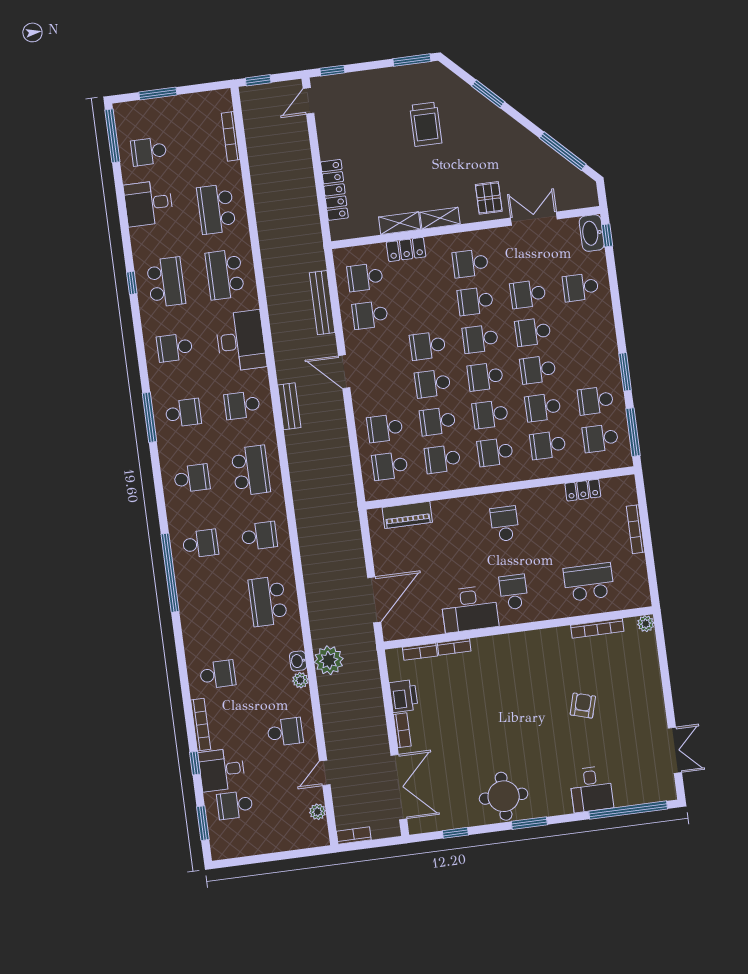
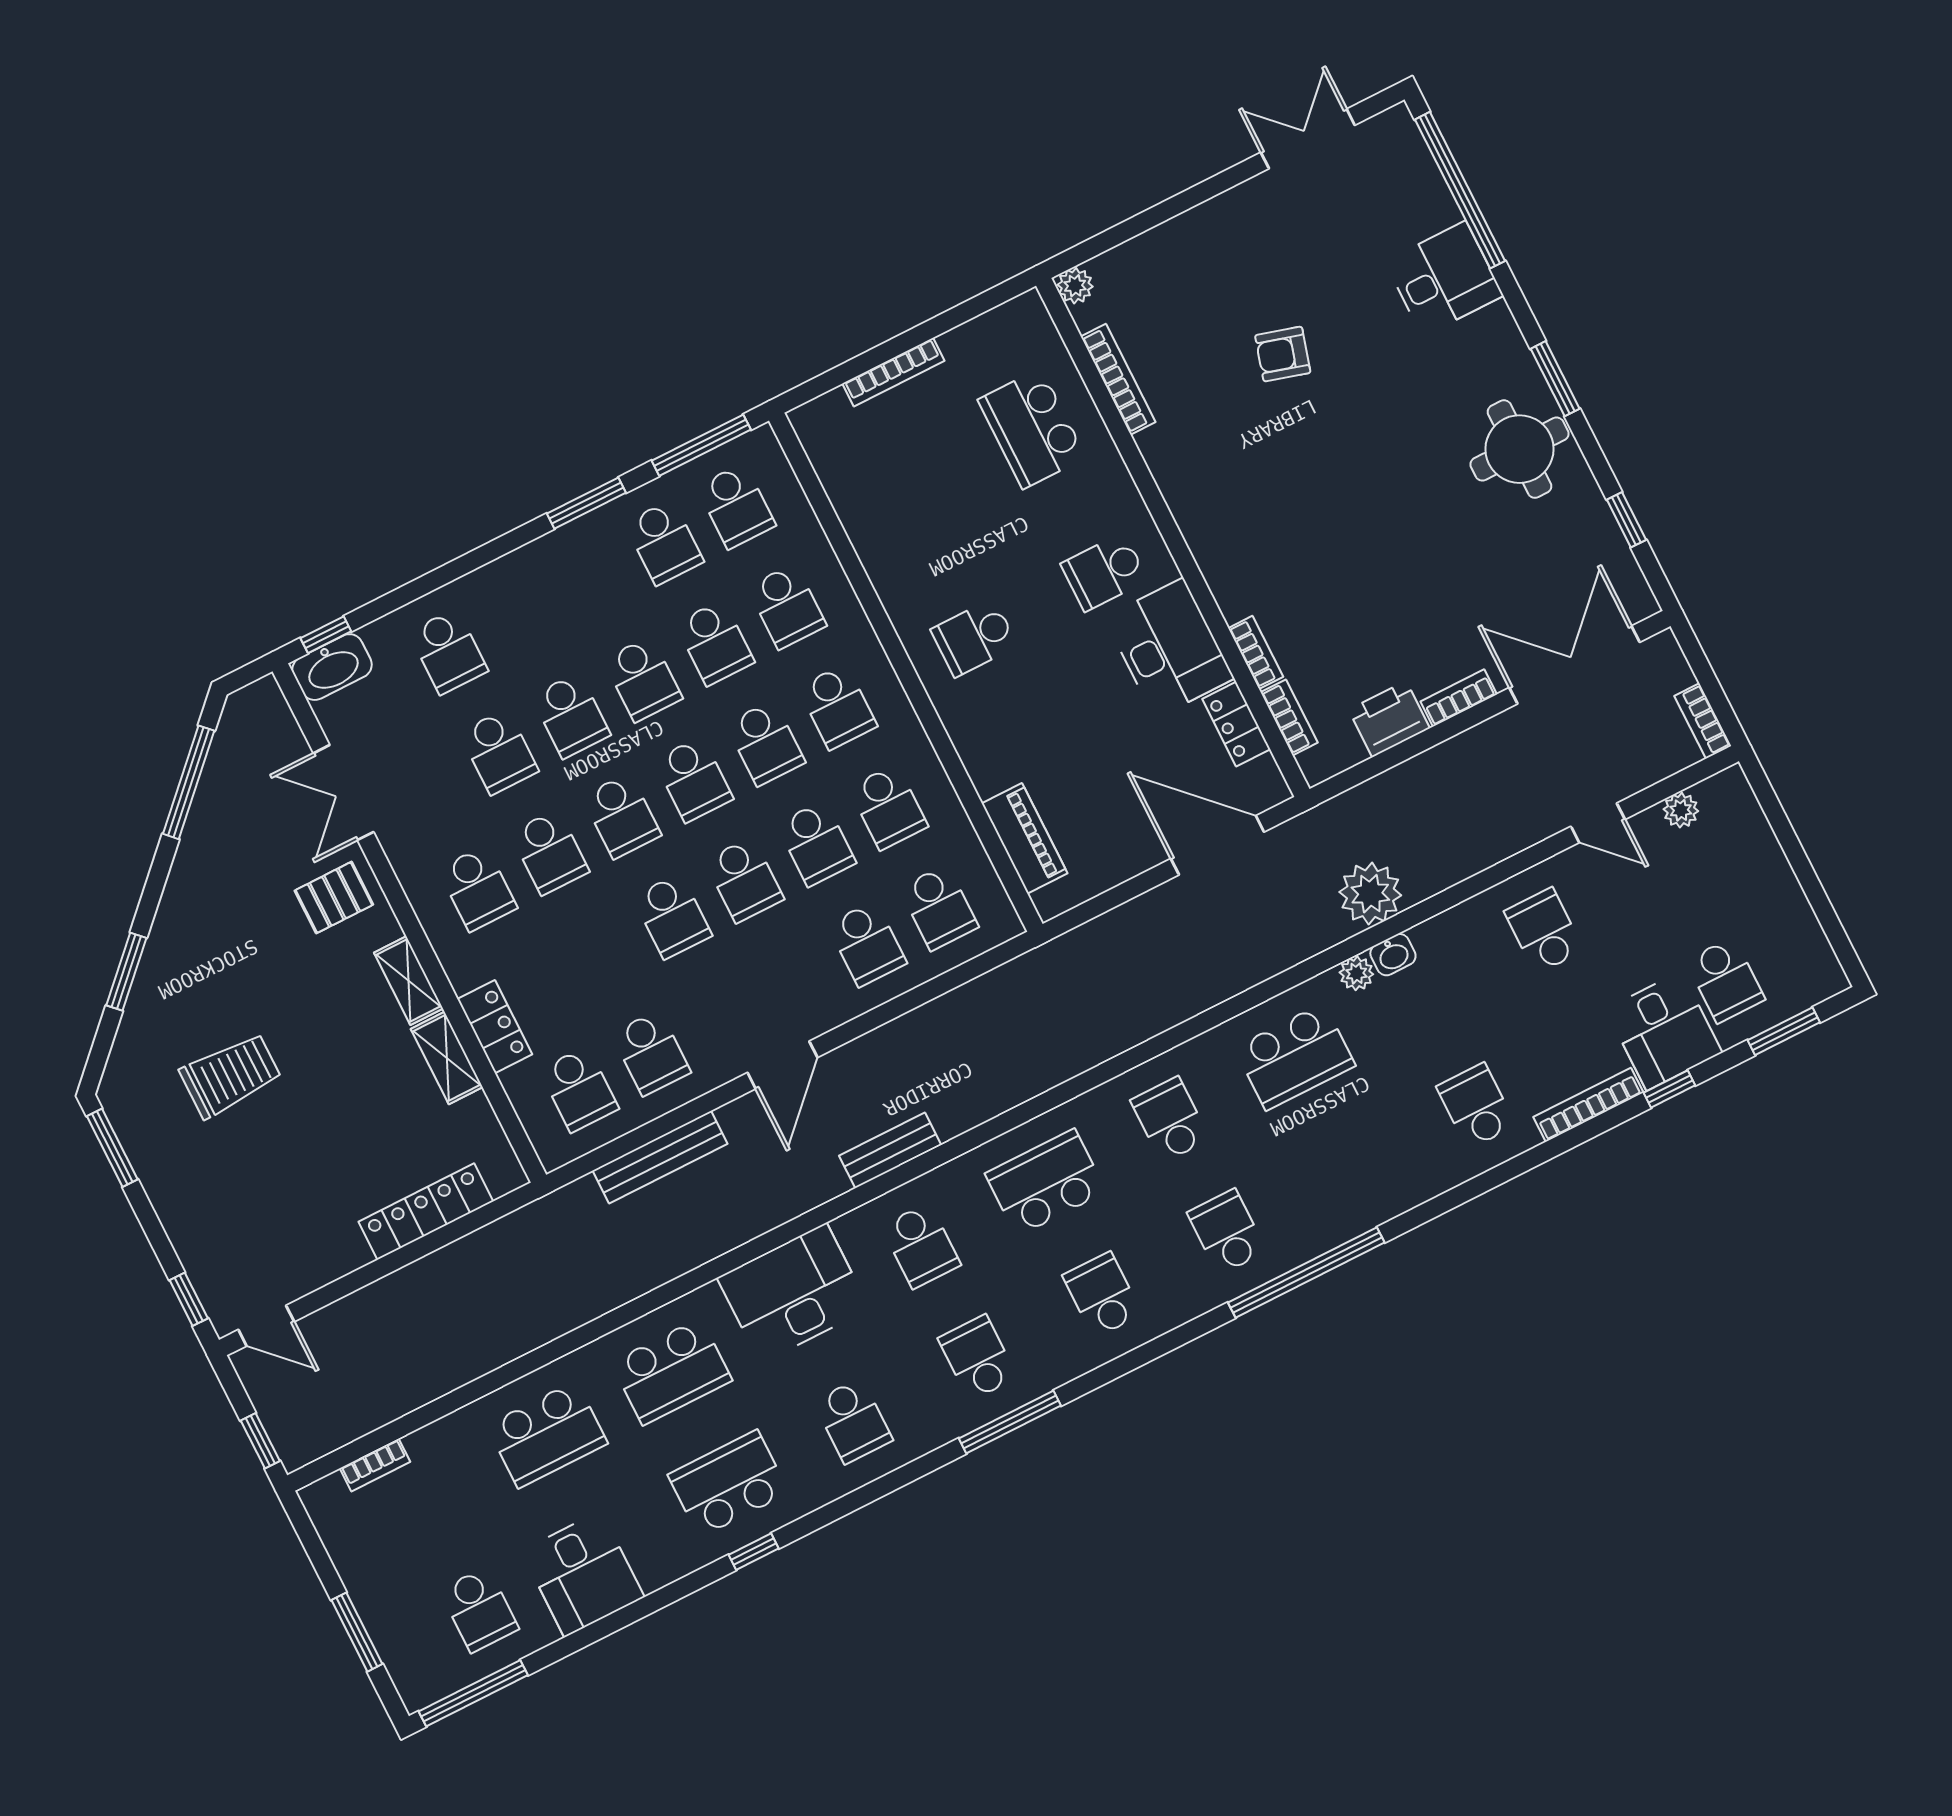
bookcase: (231, 136) -> (375, 1465), width x0.64
locker: (583, 490) -> (1236, 724), moved, turned 180
plant: (300, 680) -> (1356, 973), moved

